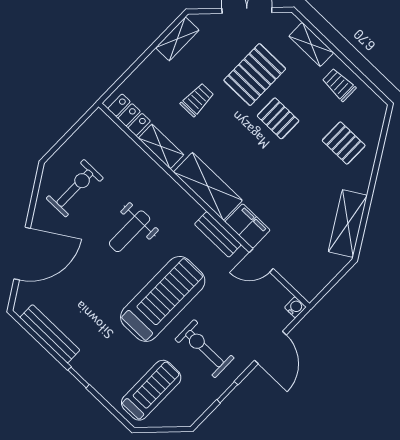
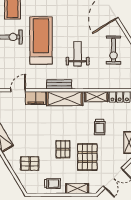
pallet: (278, 118) -> (63, 149), turned 90
bench: (218, 234) -> (59, 84), moved
treadmill: (163, 299) -> (41, 40), turned 180

